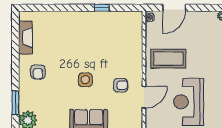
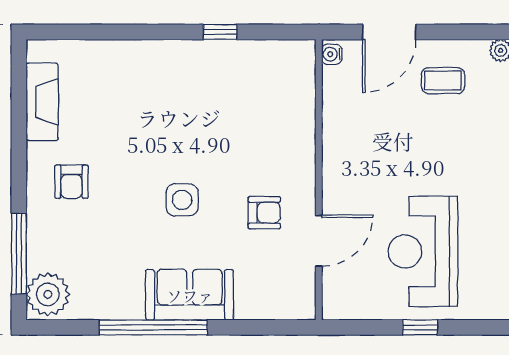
coffee table: (168, 59) -> (443, 81), moved, width x0.54, depth x0.58
window: (15, 103) -> (19, 254), width x1.44

